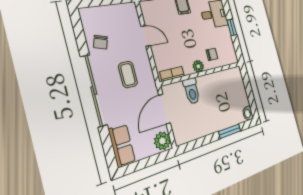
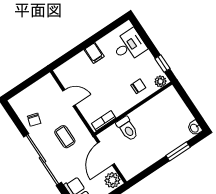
window: (232, 27) -> (162, 64), moved
plant: (198, 66) -> (160, 81), moved

